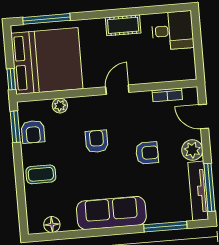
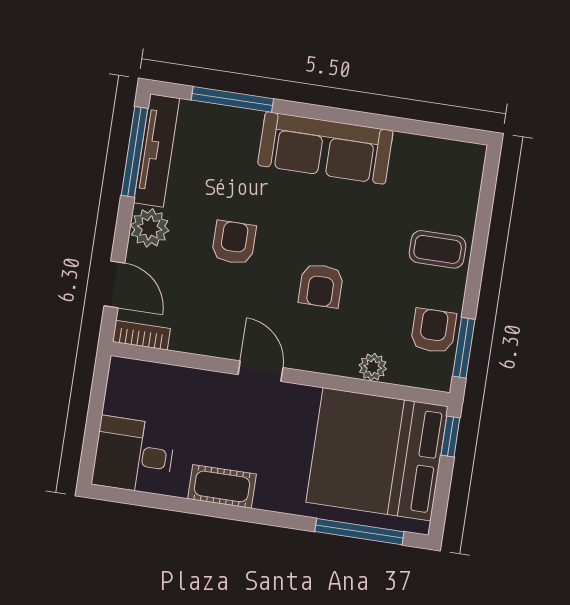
door: (117, 90) -> (261, 371), swing flipped
bookcase: (167, 95) -> (141, 335), moved
armchair: (147, 153) -> (234, 243), turned 90
floor lamp: (52, 225) -> (439, 153), removed

